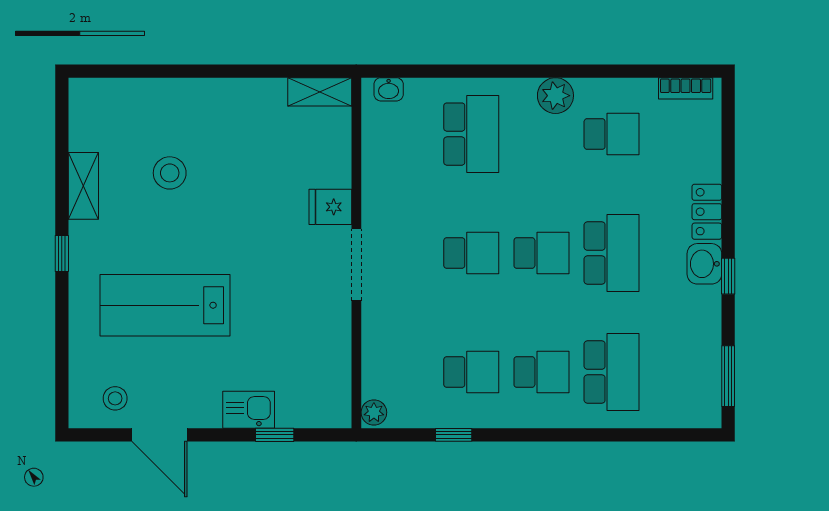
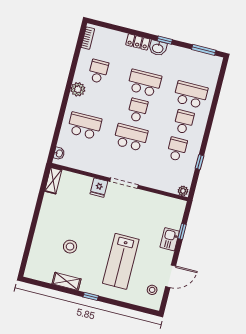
school desk: (471, 253) -> (131, 137), width x1.85

